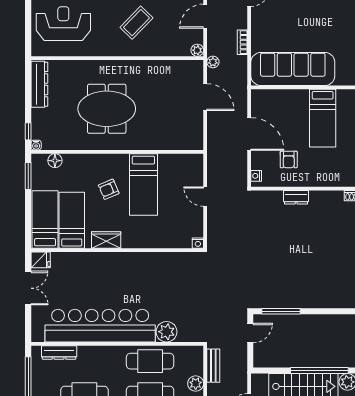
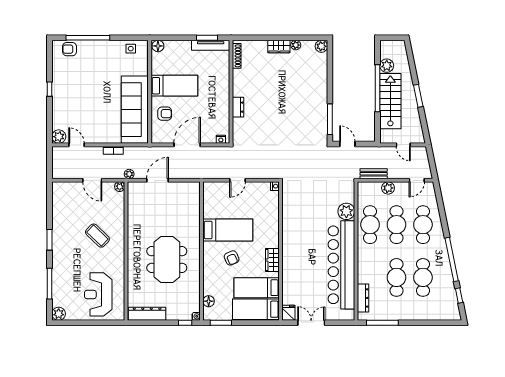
armchair: (289, 159) -> (165, 114), moved

